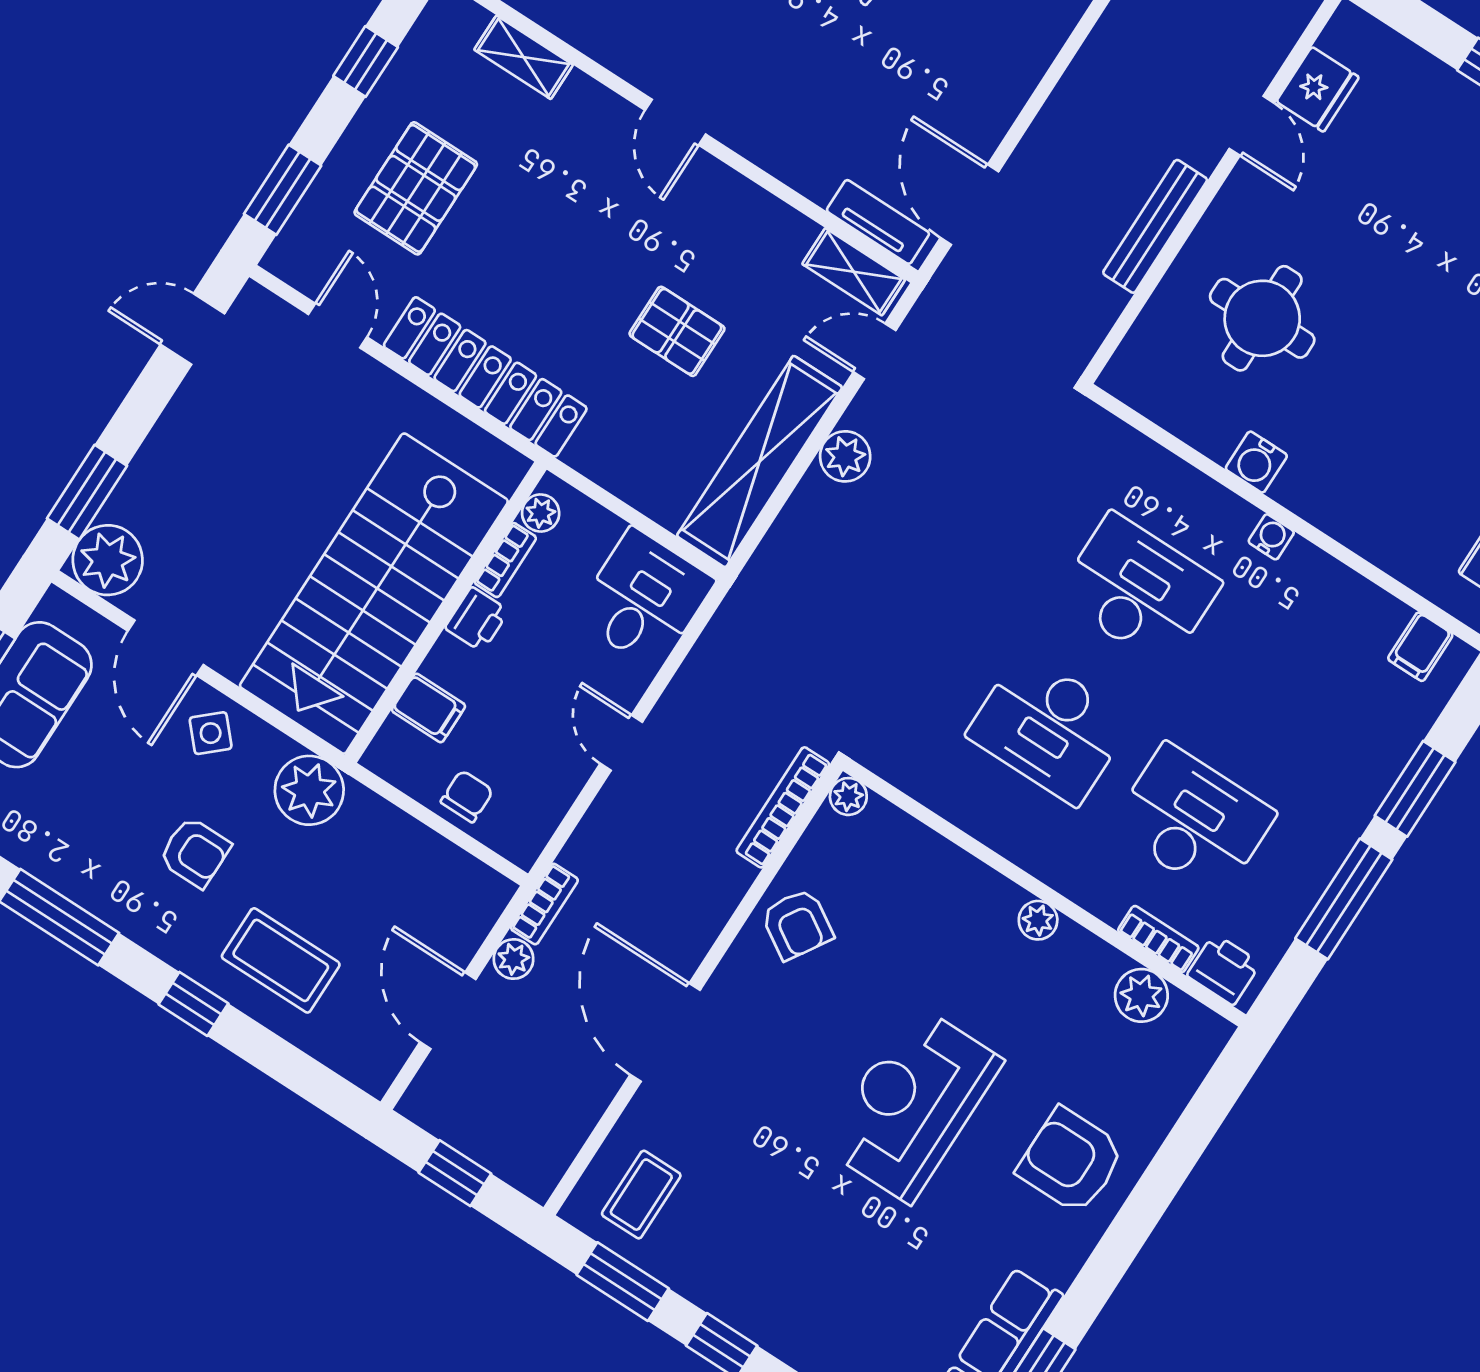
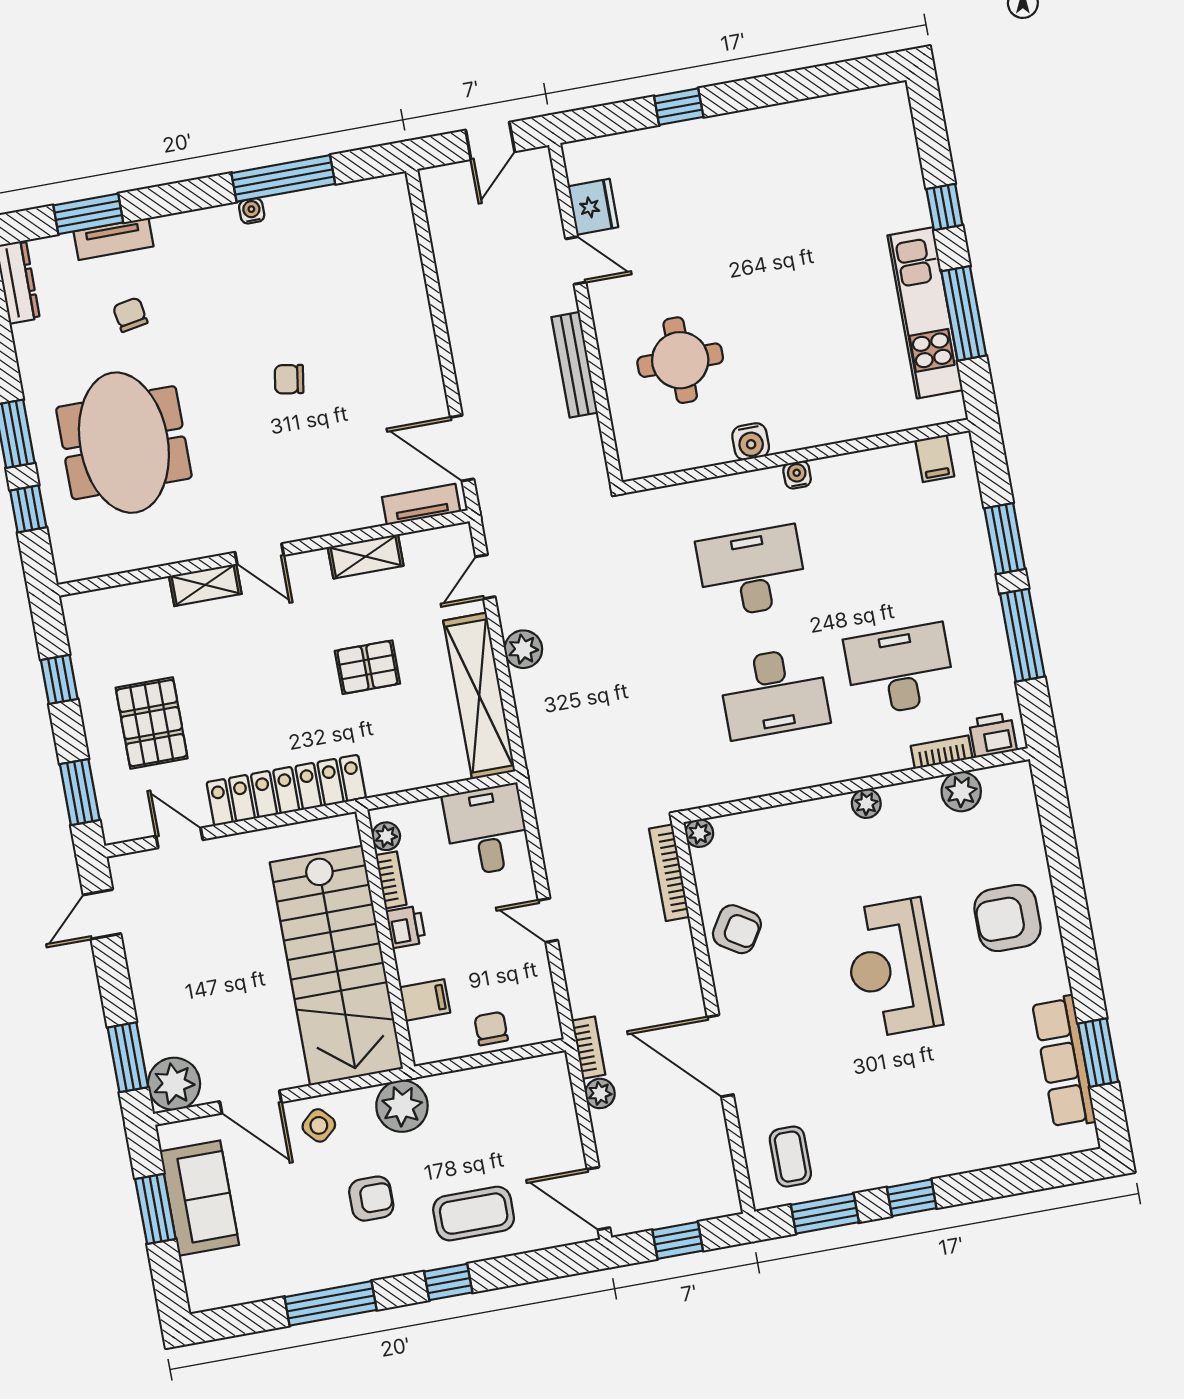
shelving: (524, 57) -> (205, 585), moved
shelving: (854, 272) -> (366, 556), moved
door: (448, 1011) -> (598, 1198), moved

